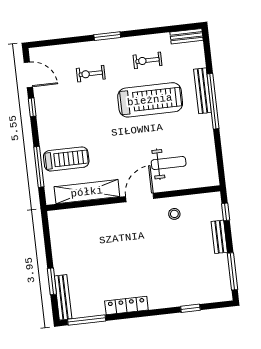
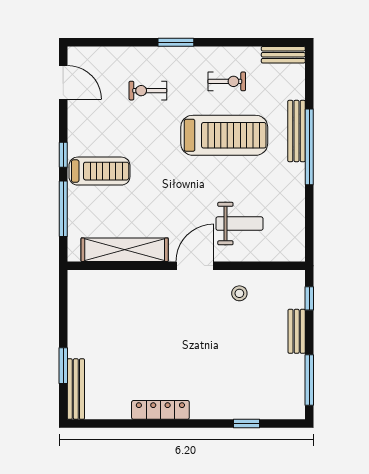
exercise bike: (148, 60) -> (227, 81), turned 180
window: (32, 107) -> (63, 155), moved
treadmill: (66, 159) -> (99, 171), moved
window: (87, 320) -> (104, 424), removed

